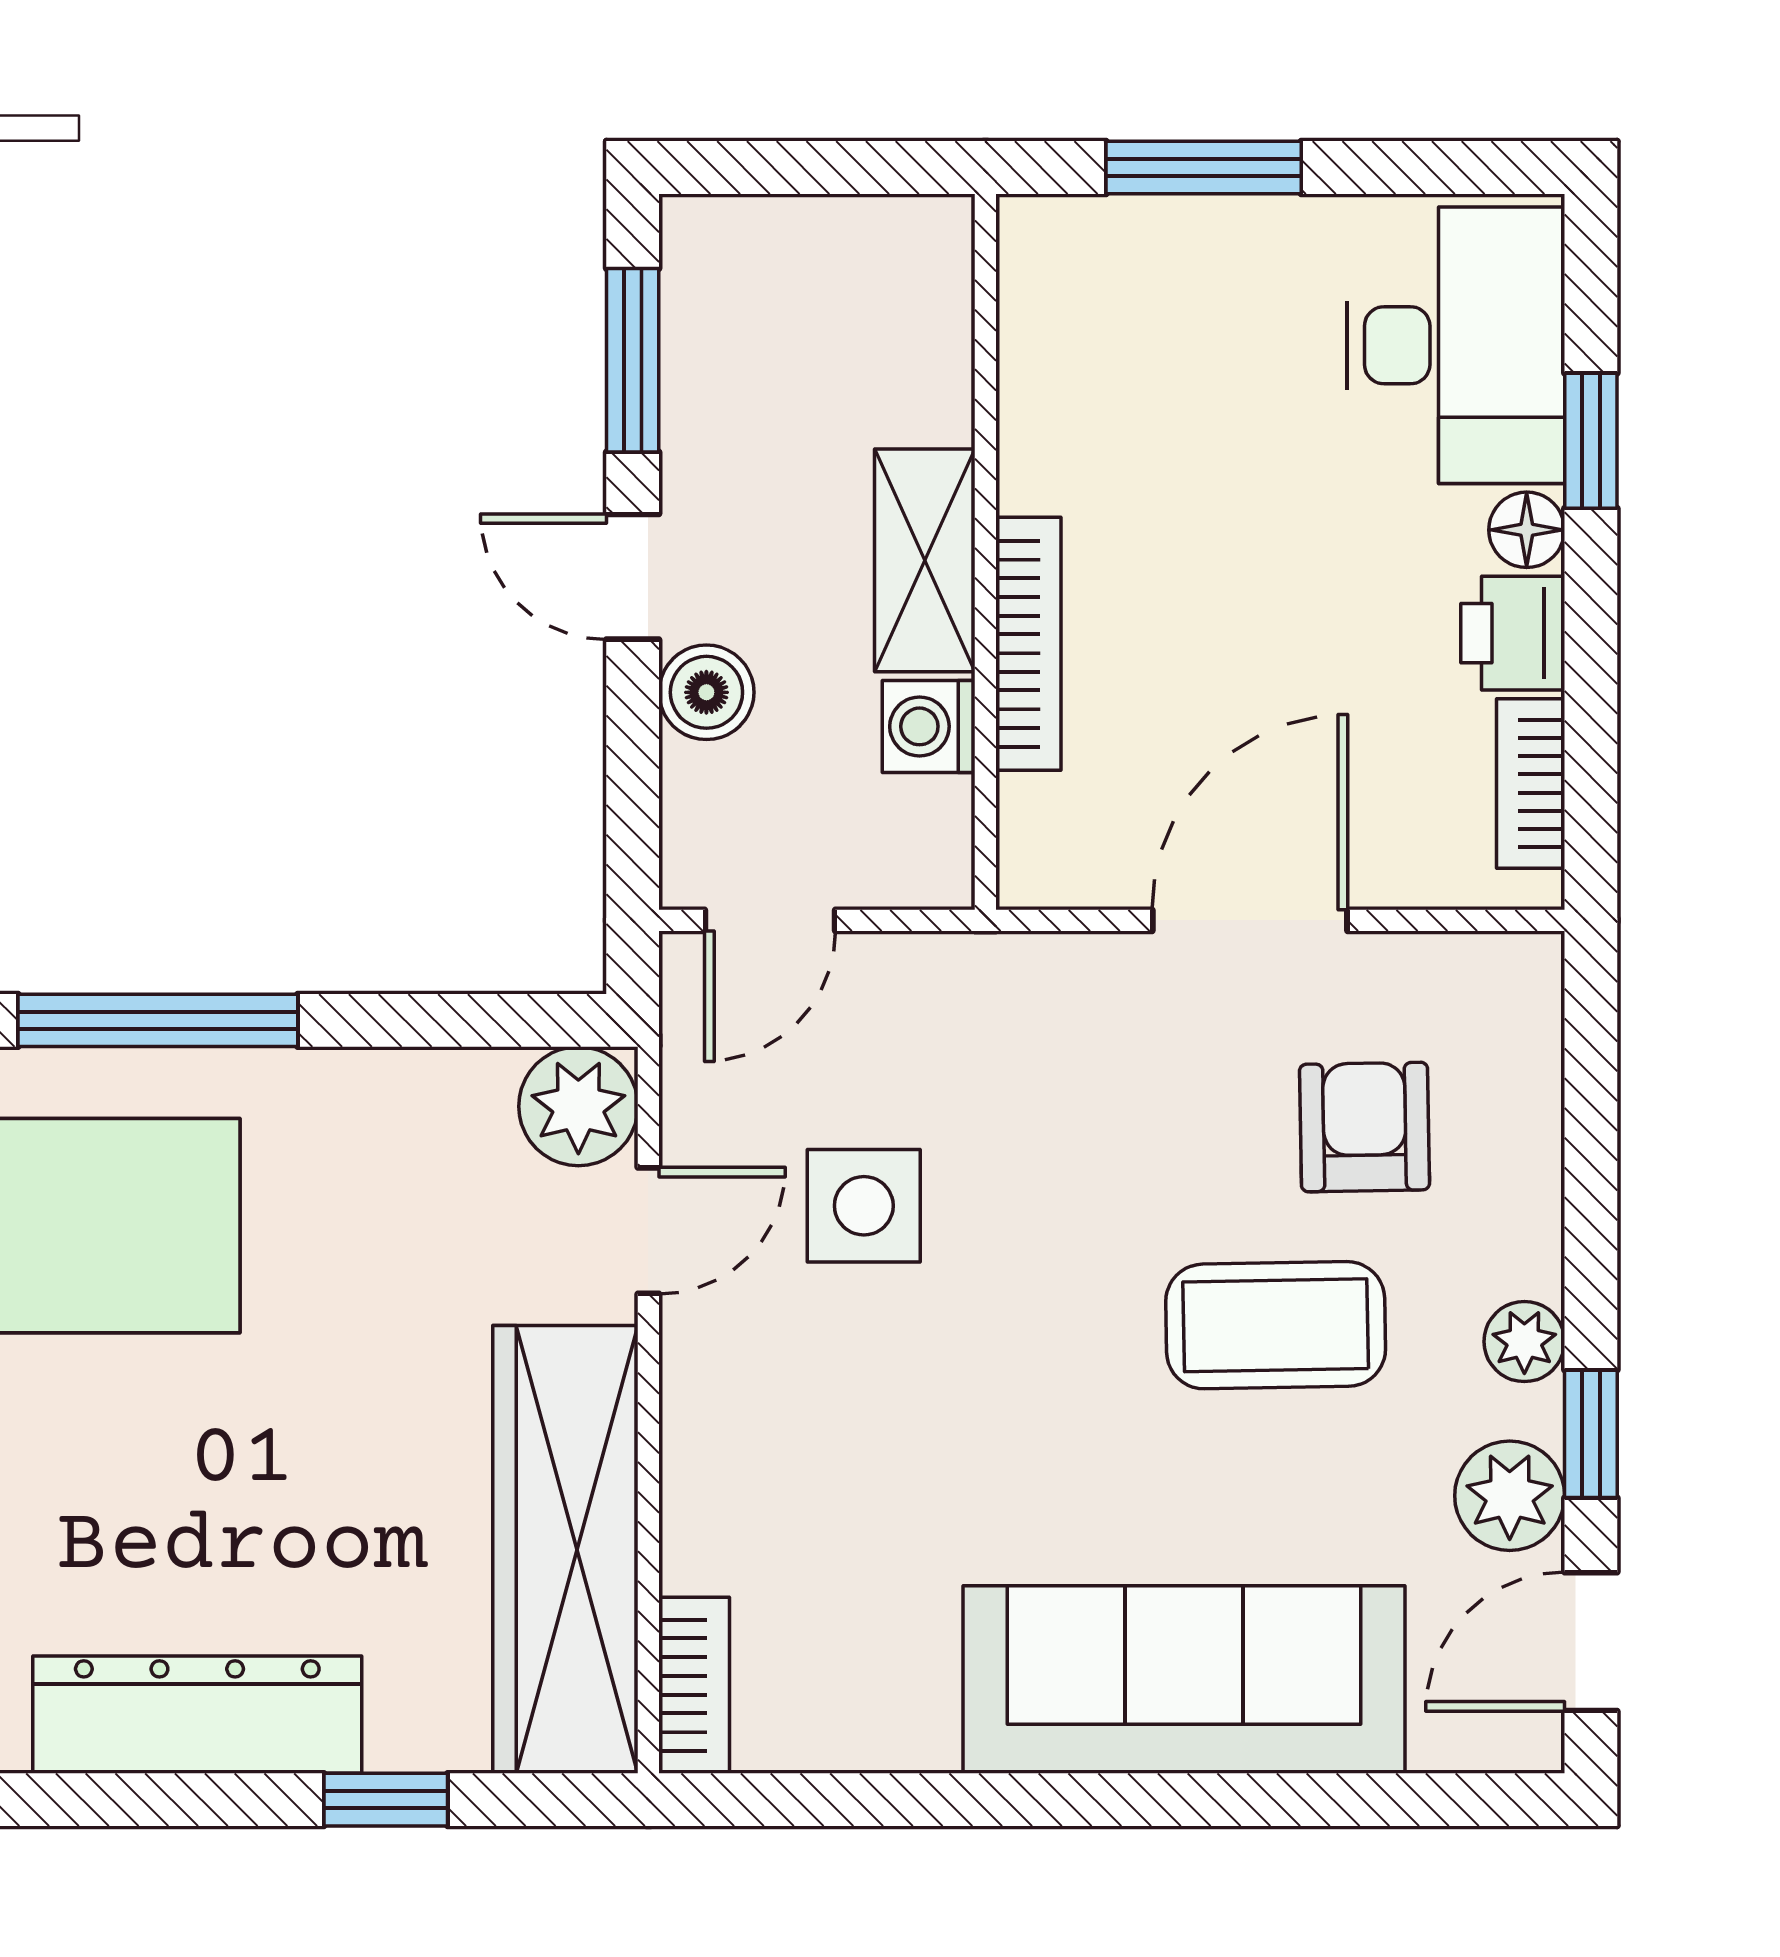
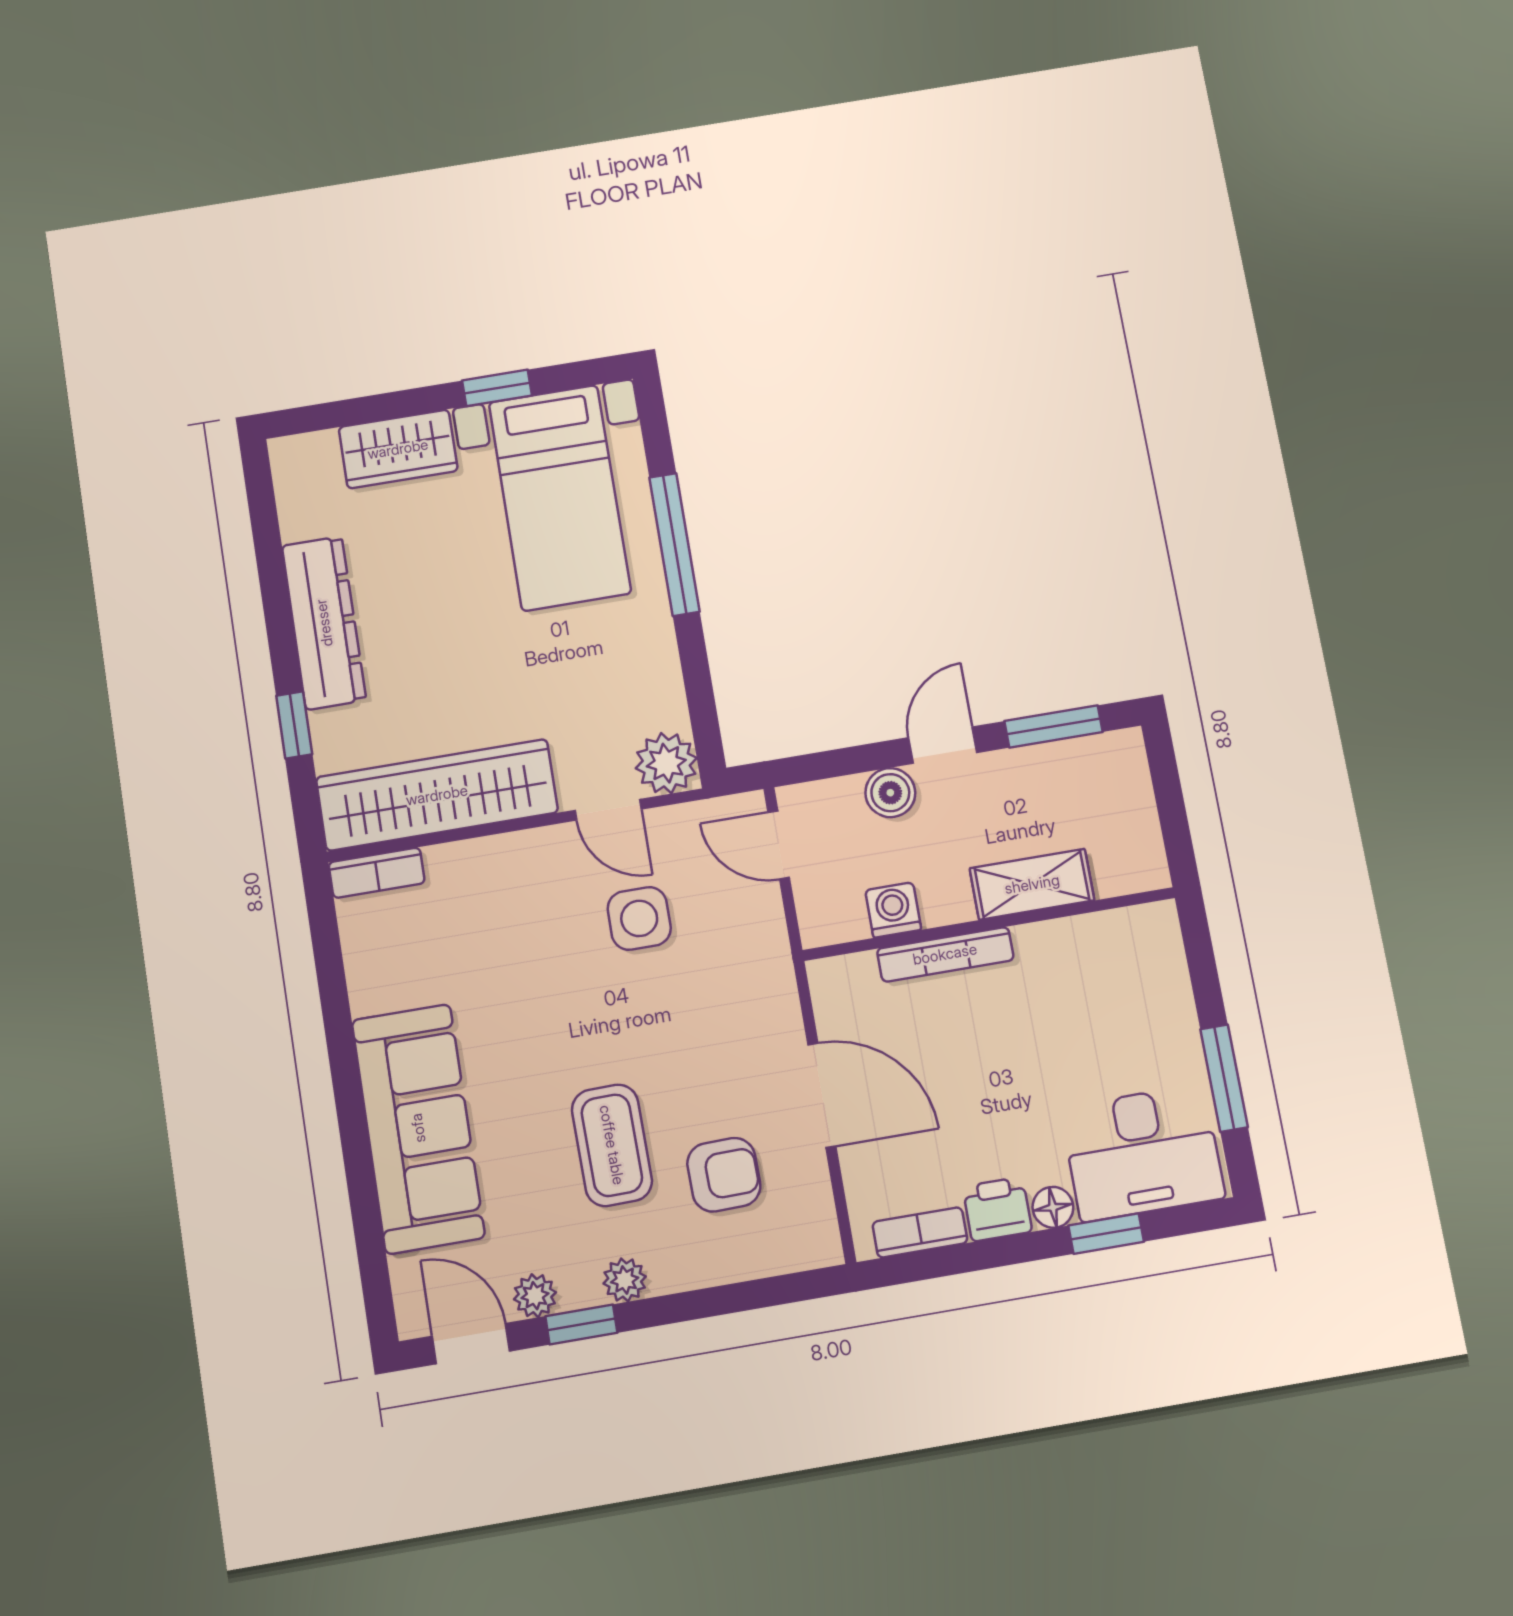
window: (1204, 167) -> (1224, 1078), moved
shelving: (925, 560) -> (1032, 884), moved
plant: (1510, 1496) -> (535, 1296), width x0.73, depth x0.73

